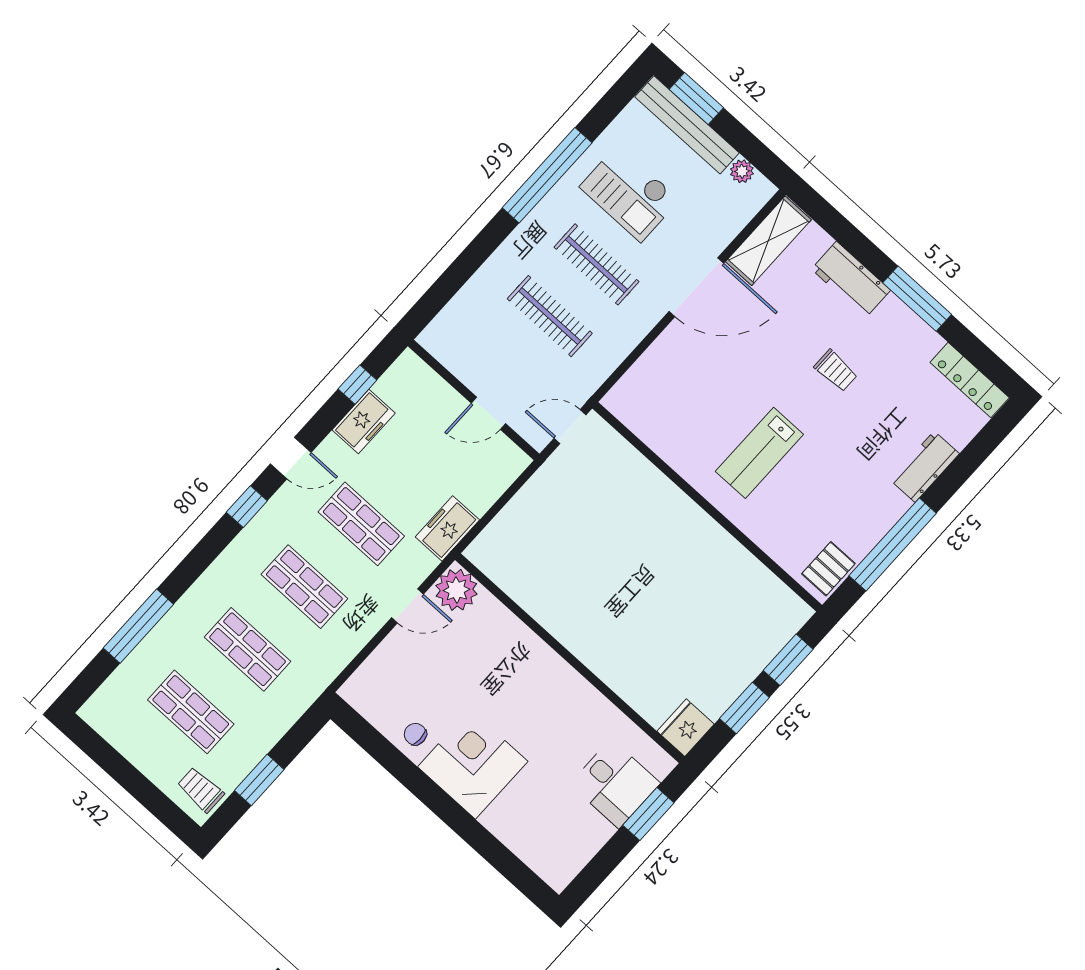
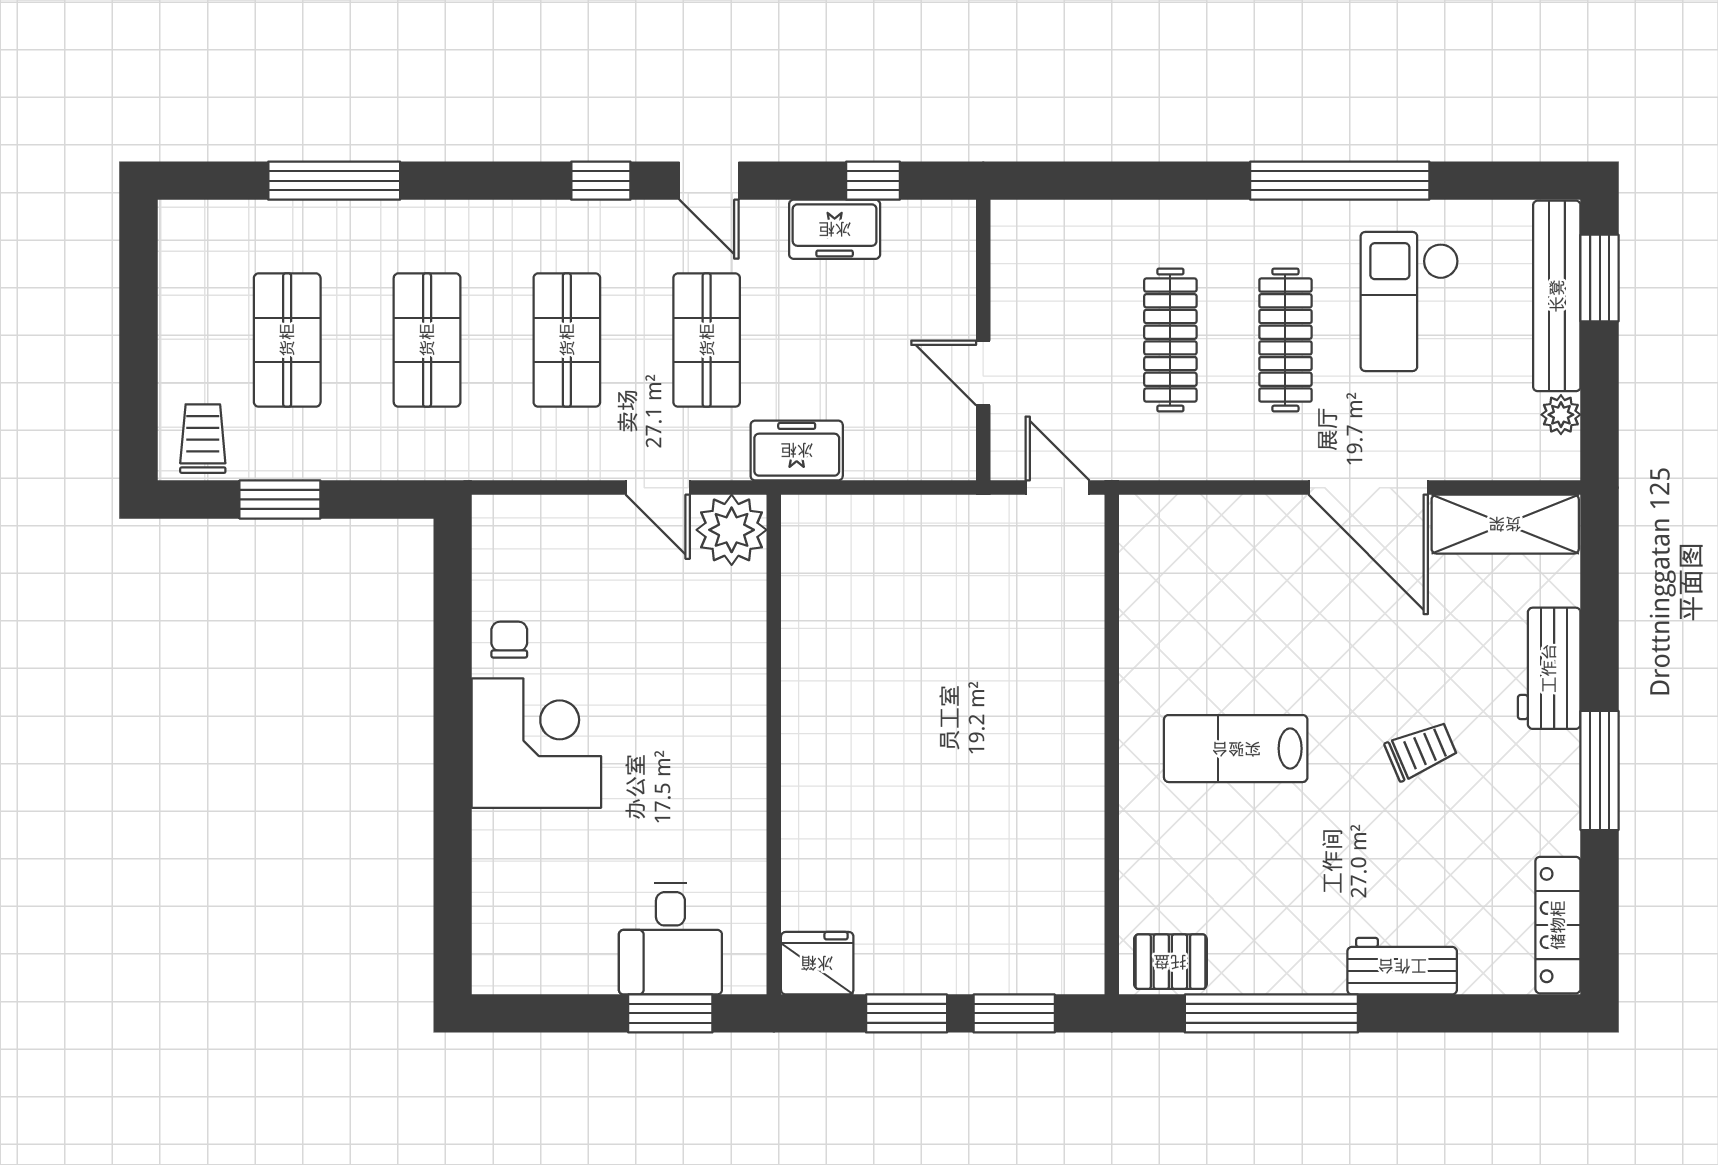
trolley: (836, 371) -> (1421, 751), turned -113

